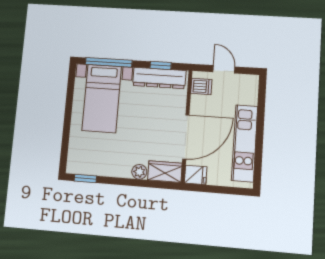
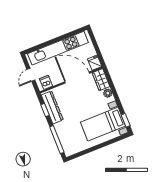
bed with nightstands: (102, 98) -> (103, 124), moved, turned 180
kitchen unit: (245, 143) -> (58, 48), width x1.36

